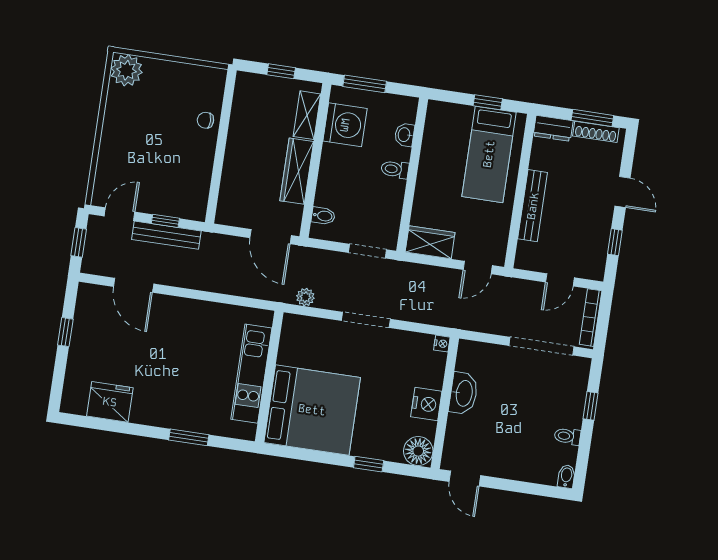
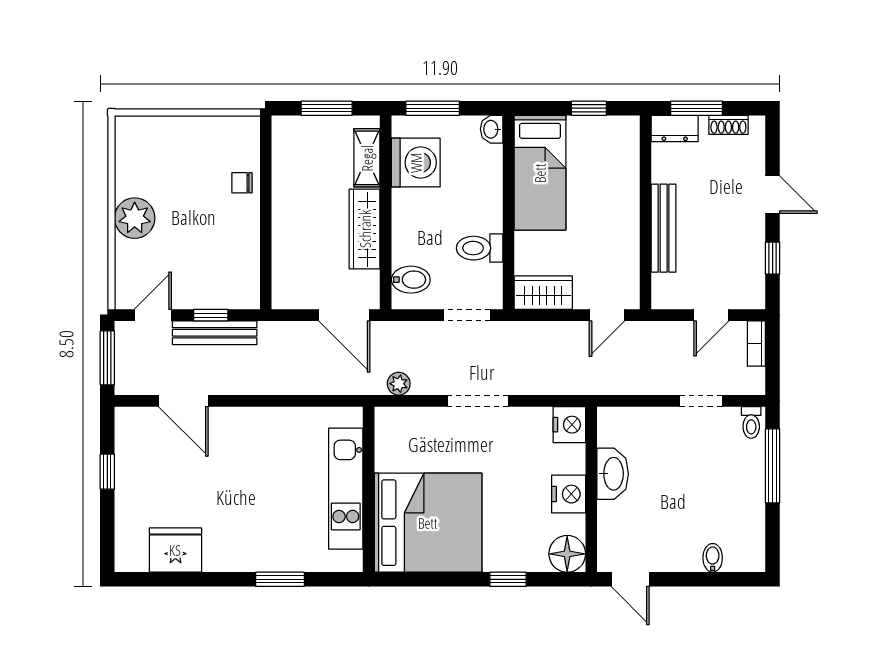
plant: (126, 70) -> (135, 218), moved
window: (281, 71) -> (327, 108), width x1.50
window: (592, 118) -> (697, 108), moved
shoe rack: (596, 132) -> (728, 125), width x0.70
washbasin: (404, 135) -> (492, 129), moved
bed: (489, 154) -> (540, 173), moved
toilet: (395, 169) -> (480, 248), moved, width x1.37, depth x1.39
bidet: (323, 216) -> (411, 280), width x1.38, depth x1.36
window: (79, 242) -> (107, 358), width x1.50
bookcase: (591, 318) -> (756, 344), width x0.64
nightstand: (442, 344) -> (569, 425), width x1.89, depth x1.79
doorway: (541, 346) -> (701, 401), width x0.53
window: (590, 406) -> (773, 466), width x2.17
toilet: (567, 436) -> (751, 422), moved, turned -90
bidet: (566, 476) -> (713, 558), moved

